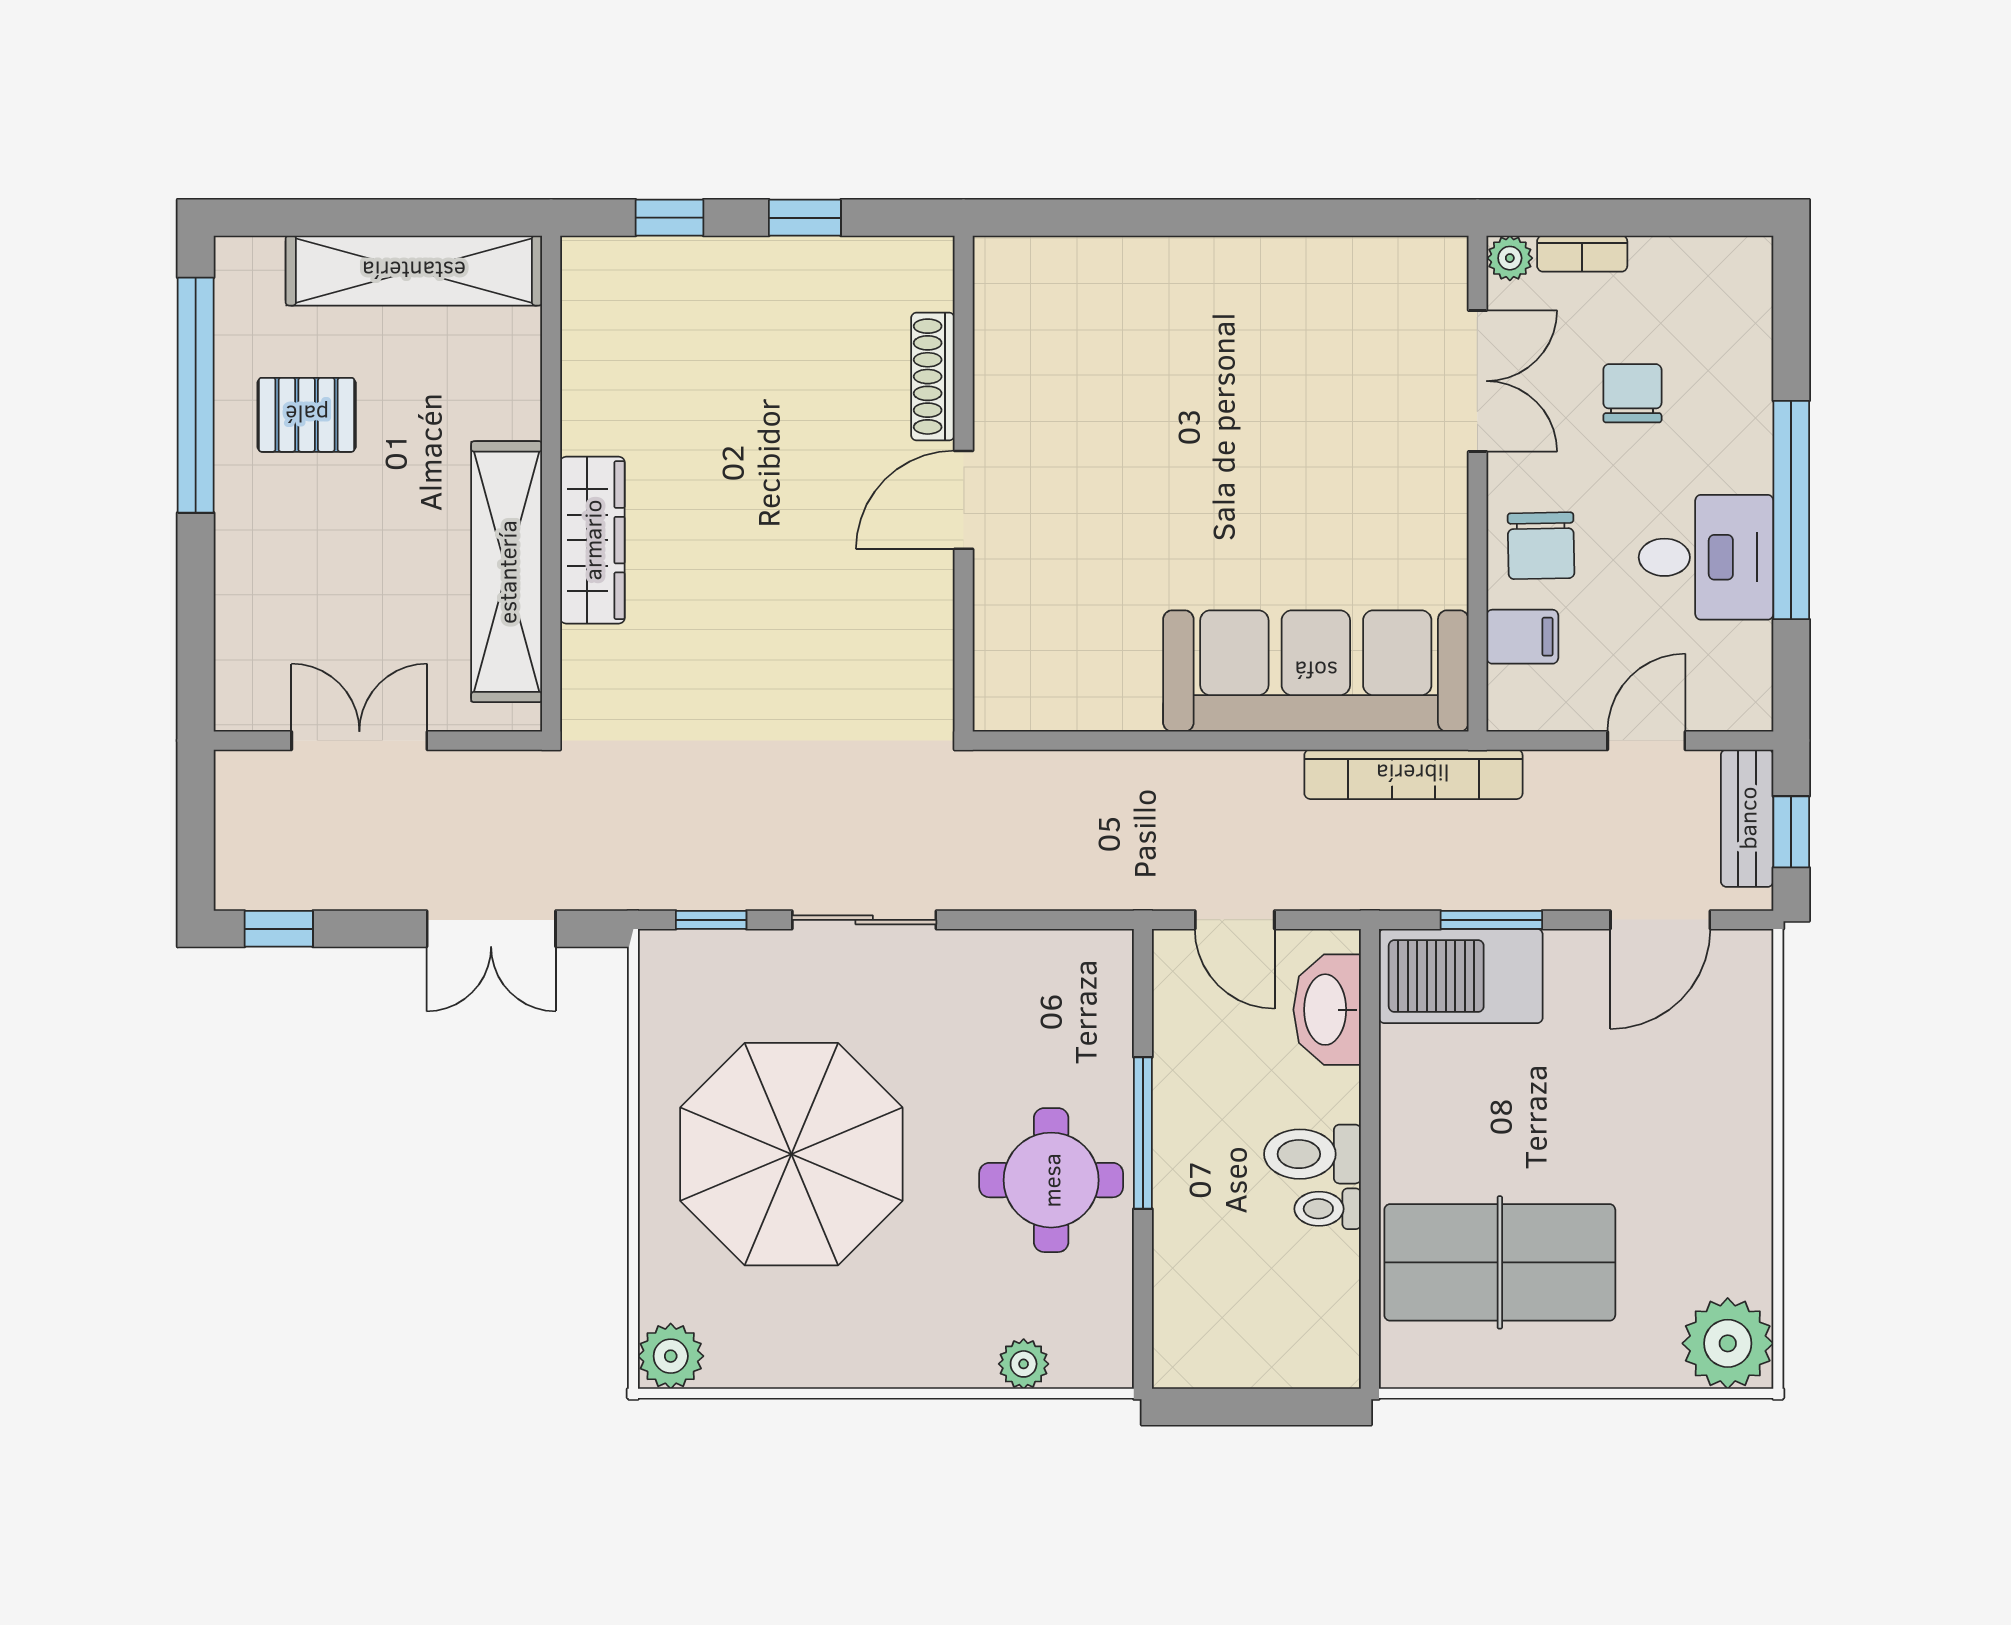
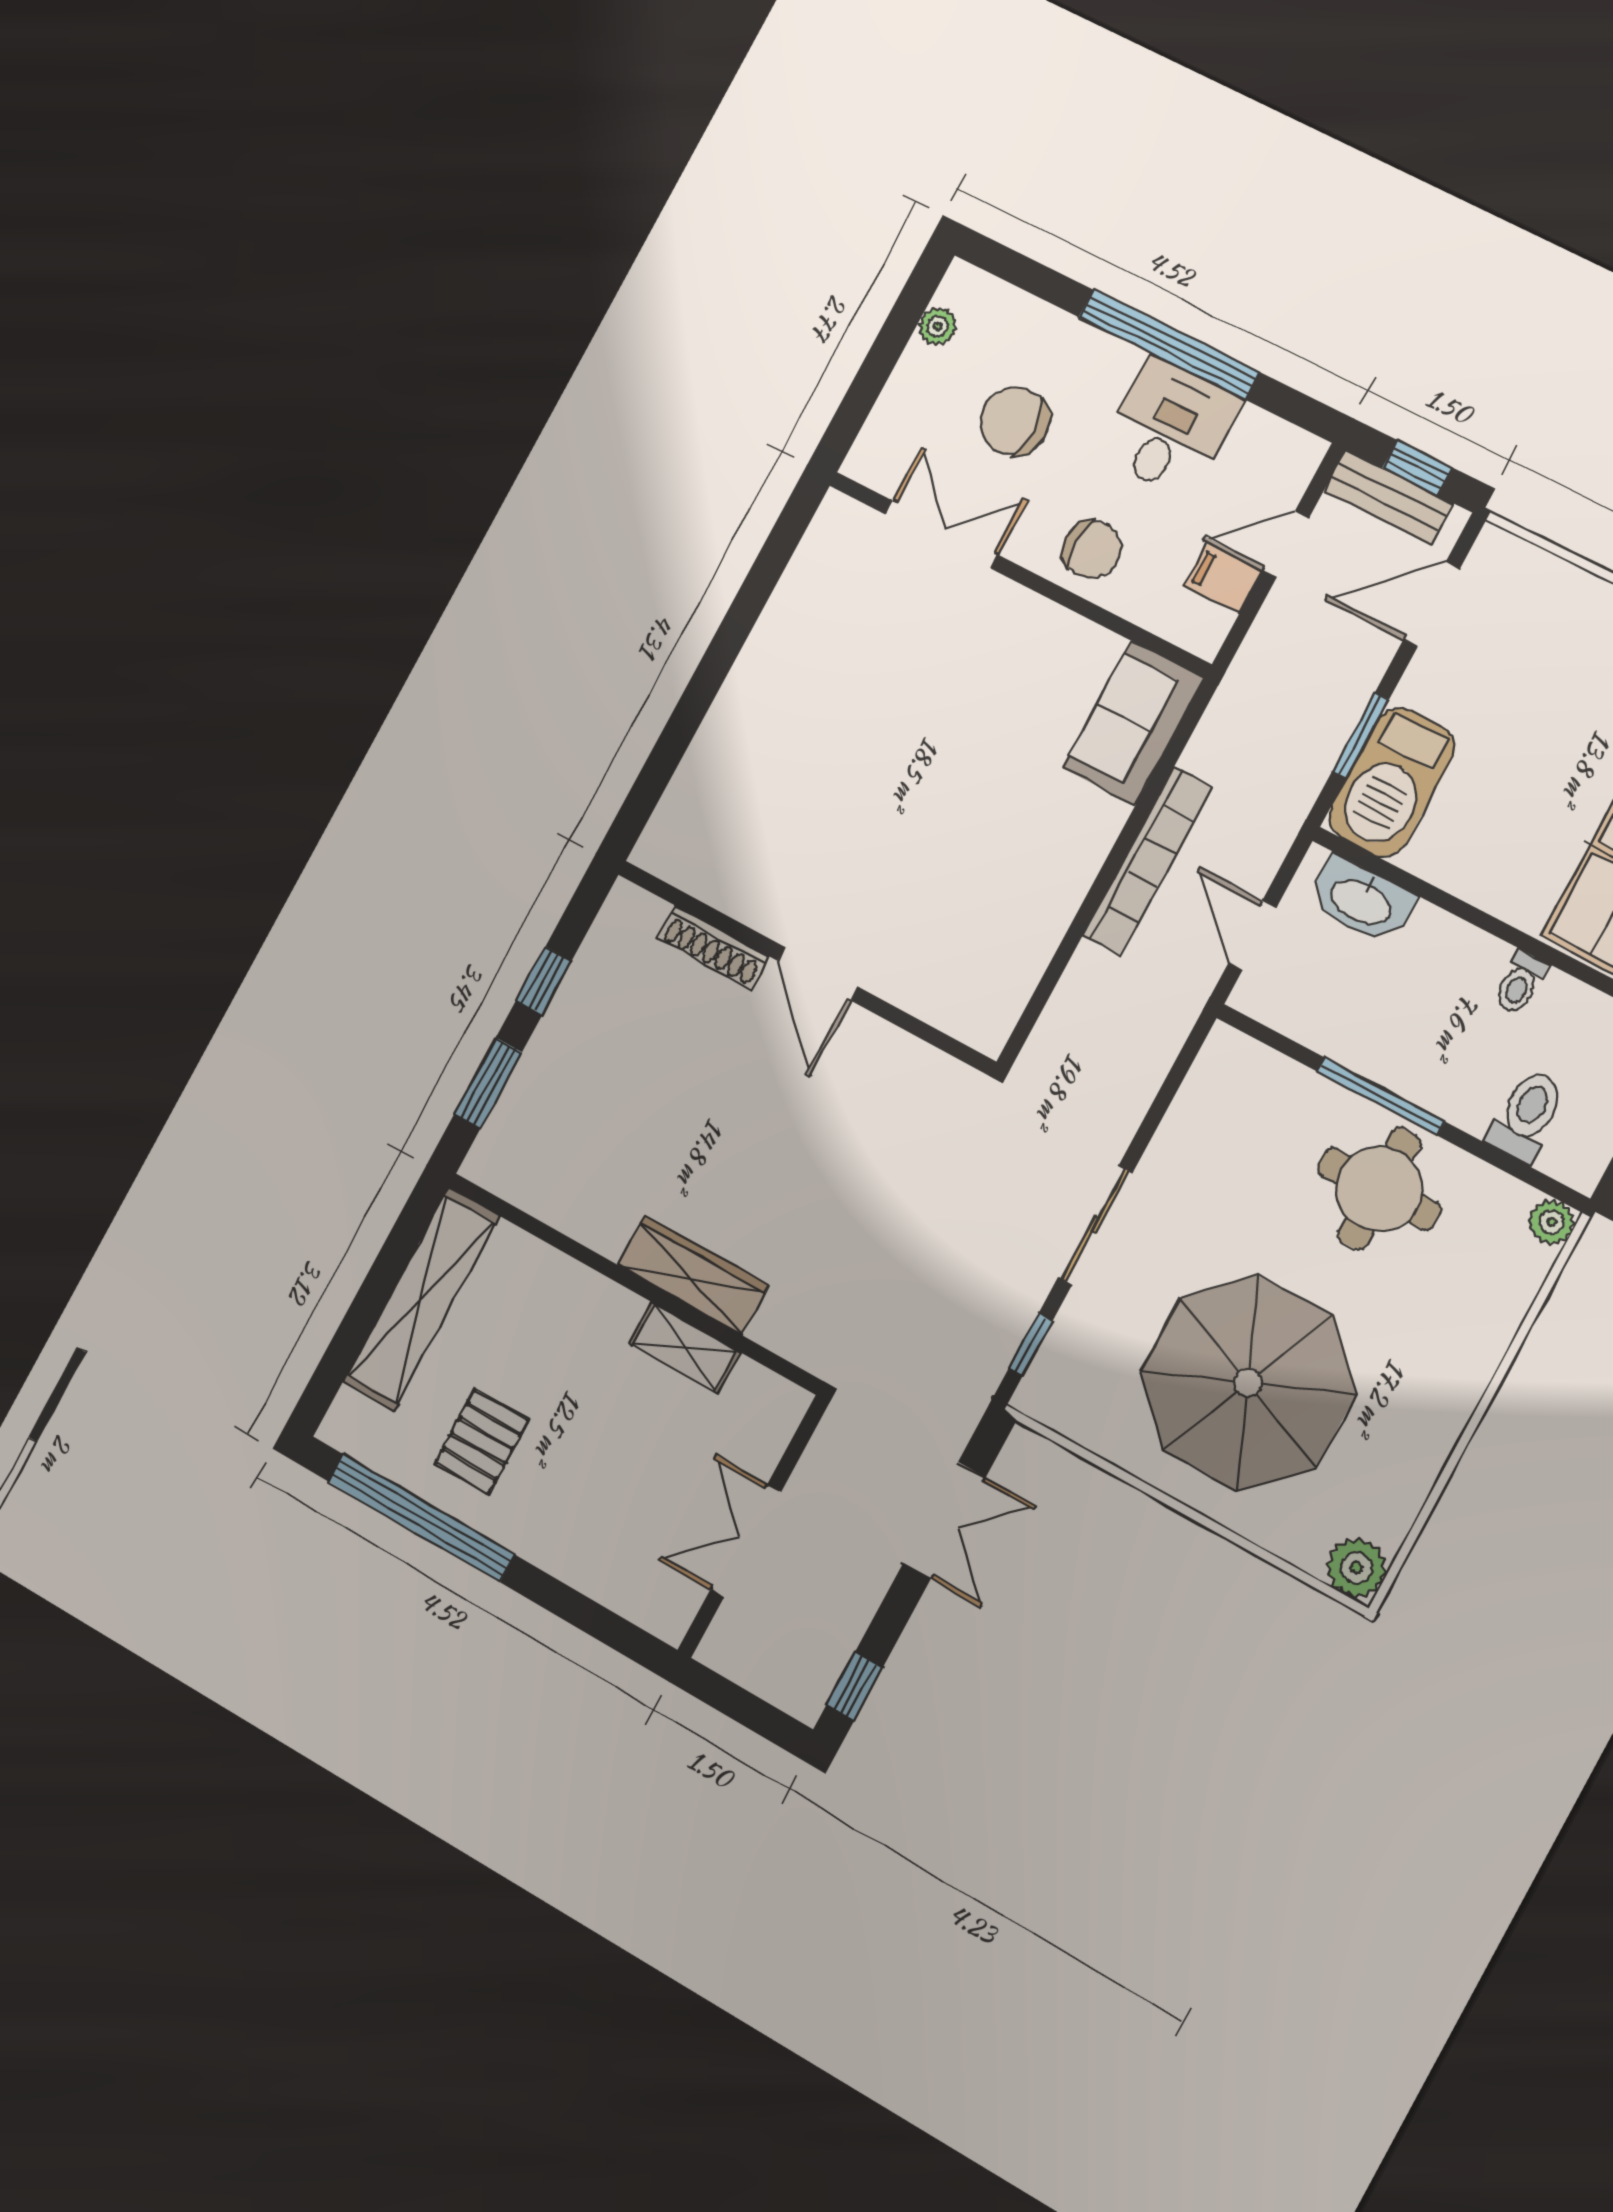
window: (669, 218) -> (488, 1083), width x1.50
bookcase: (1582, 254) -> (890, 407), removed
plant: (1510, 258) -> (938, 326), moved
chair: (1632, 393) -> (1015, 421), width x1.37, depth x1.37
shelving: (507, 572) -> (685, 1348), width x0.45, depth x0.75
filing cabinet: (1522, 637) -> (1223, 578), moved, turned -90
sofa: (1316, 671) -> (1133, 723), width x0.54, depth x0.79
door: (1646, 741) -> (1286, 544), hinge flipped
bookcase: (1413, 774) -> (1147, 861), moved
door: (1235, 920) -> (1252, 936), swing flipped
door: (1660, 920) -> (1432, 604), swing flipped
toilet: (1312, 1154) -> (1527, 1115), moved, turned 180
plant: (1024, 1364) -> (1552, 1222), moved

